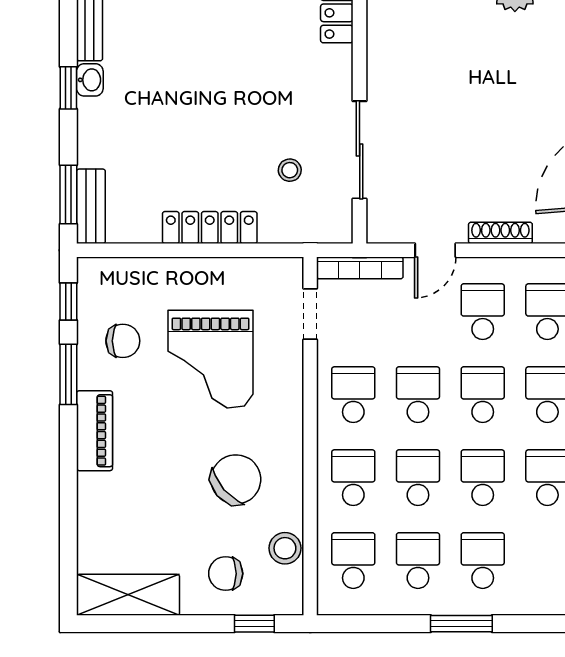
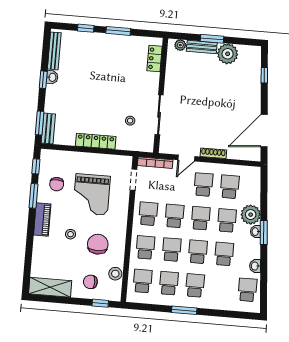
chair: (123, 341) -> (57, 184), turned 90
stool: (167, 461) -> (71, 234), added
chair: (236, 479) -> (98, 244), turned -49

